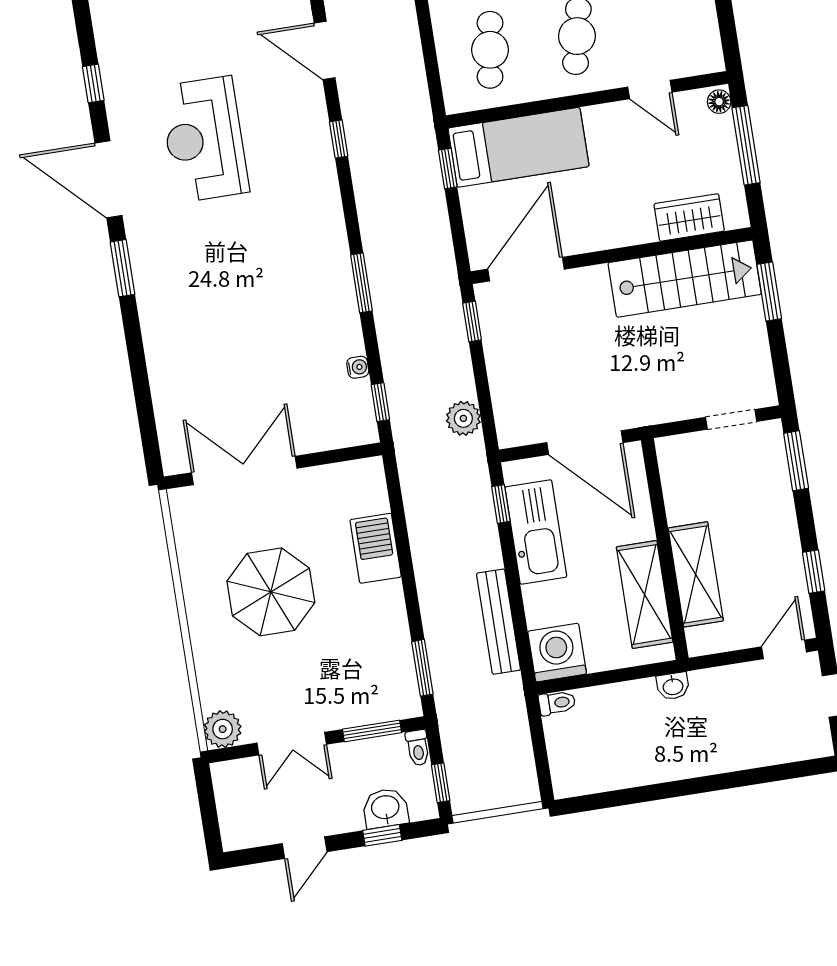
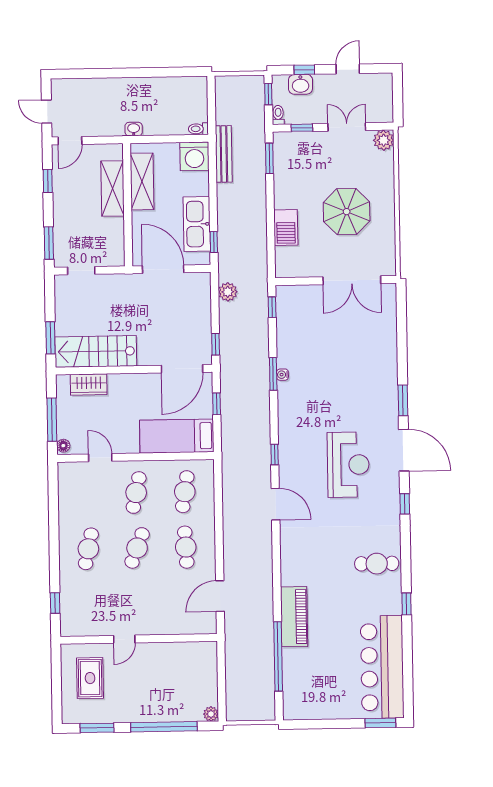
window: (448, 168) -> (217, 404), moved
water cooler: (358, 367) -> (282, 375), moved
bench: (499, 622) -> (224, 154), moved
window: (372, 731) -> (302, 128), width x0.67

